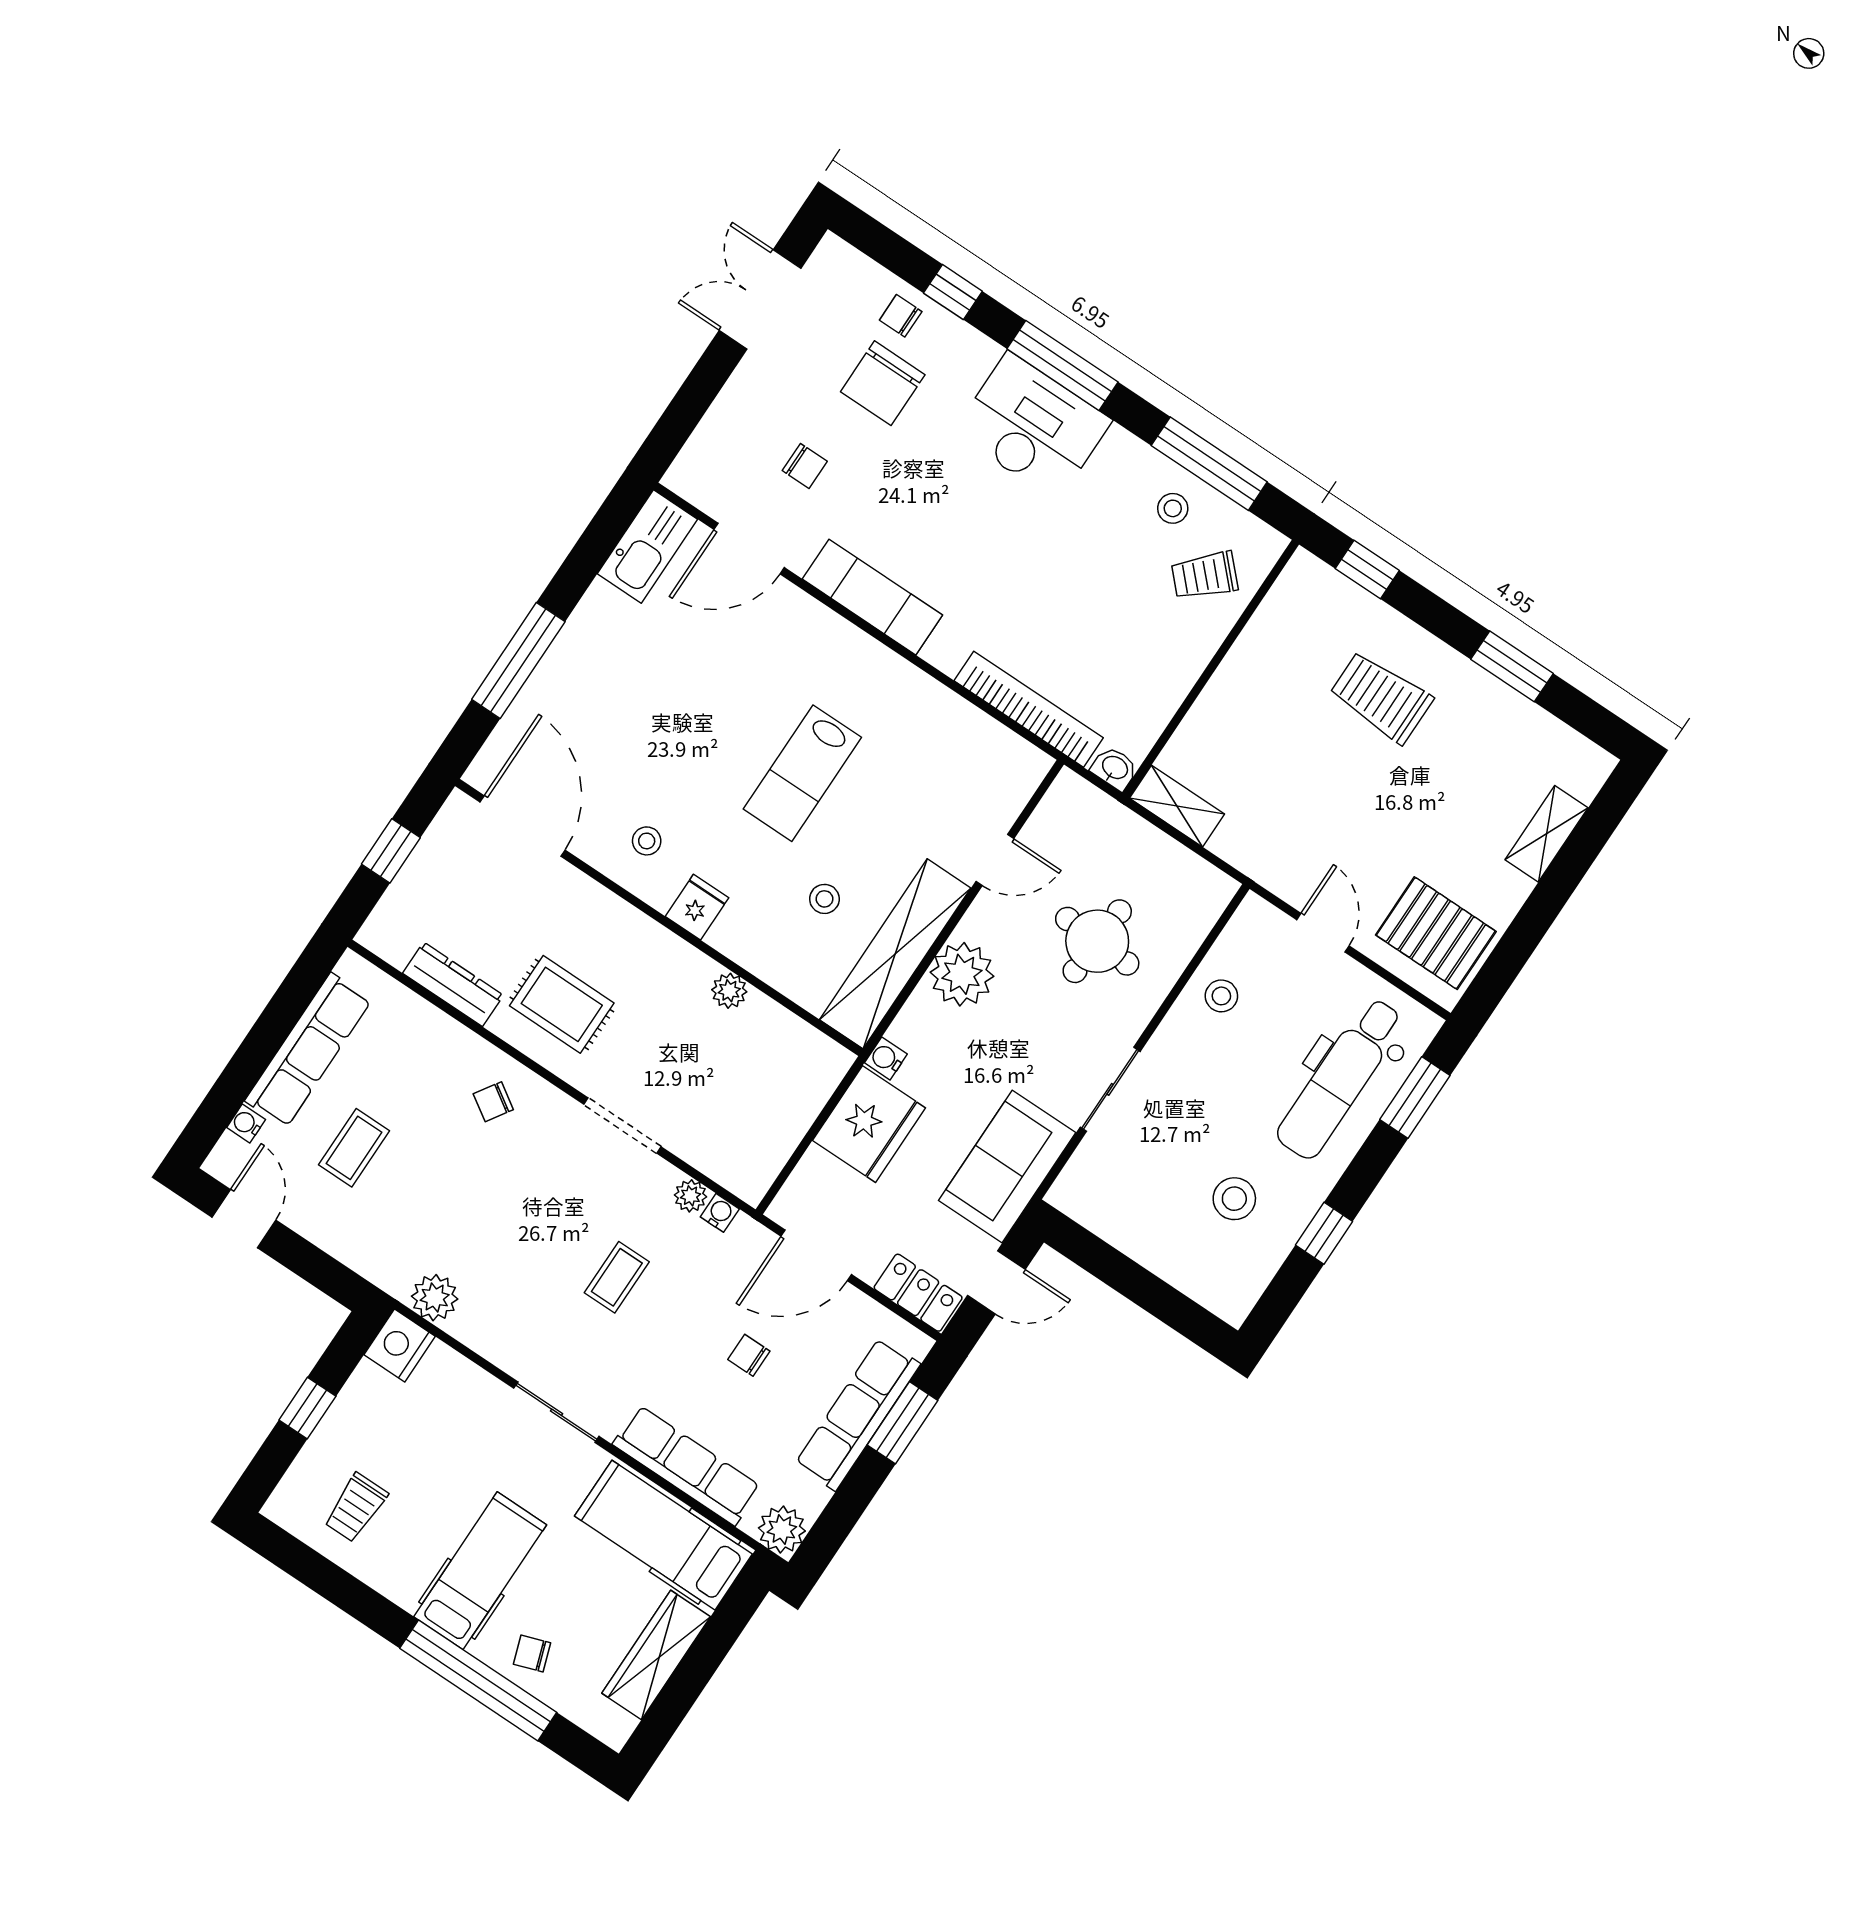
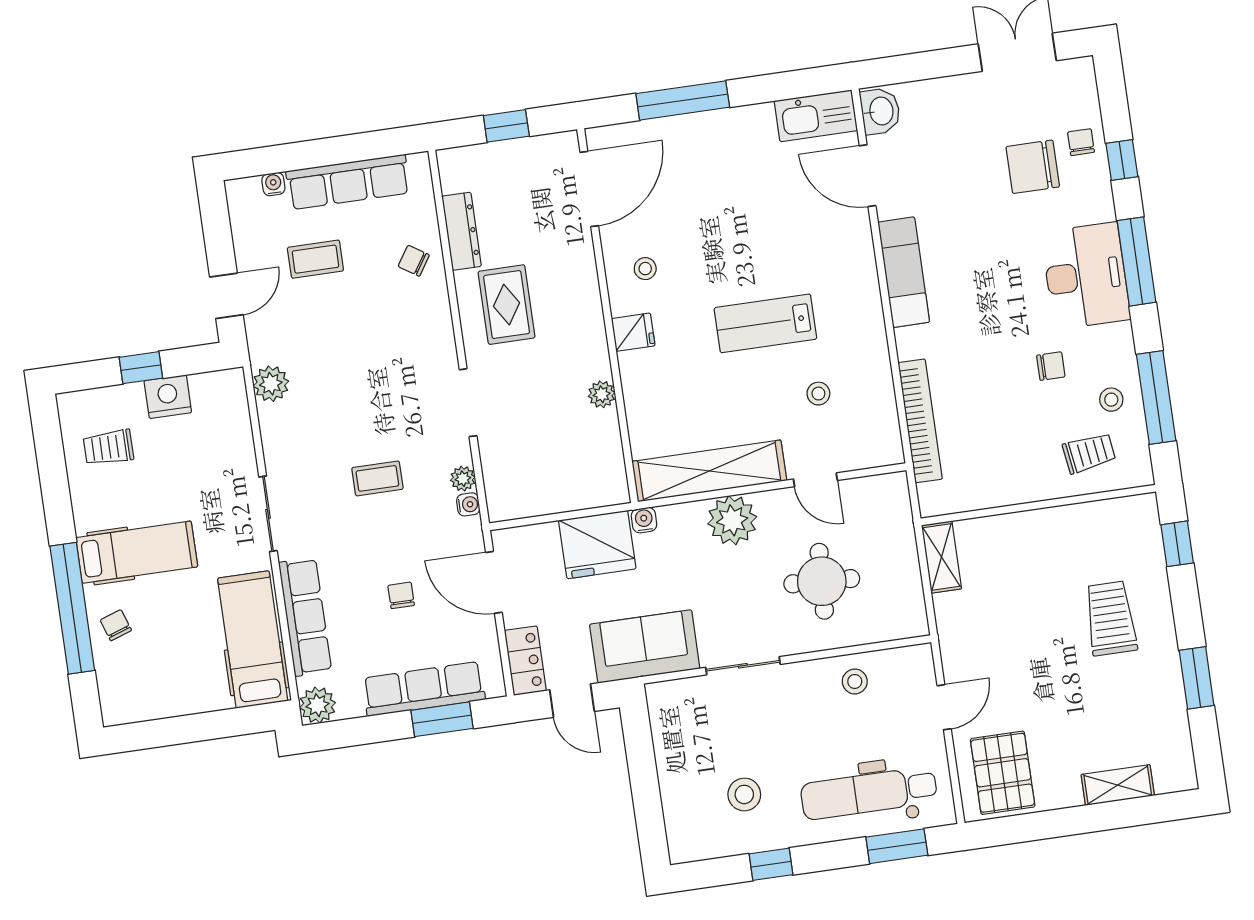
chair: (805, 466) -> (1051, 366), moved, turned -90
trolley: (1205, 575) -> (1089, 453), turned 126
washbasin: (1114, 768) -> (880, 111), moved, width x1.38, depth x1.45
stool: (824, 899) -> (818, 394), moved
chair: (493, 1102) -> (414, 261), moved
door: (244, 1219) -> (226, 296), moved
nightstand: (400, 1346) -> (168, 397), moved
wardrobe: (656, 1655) -> (180, 698), removed

